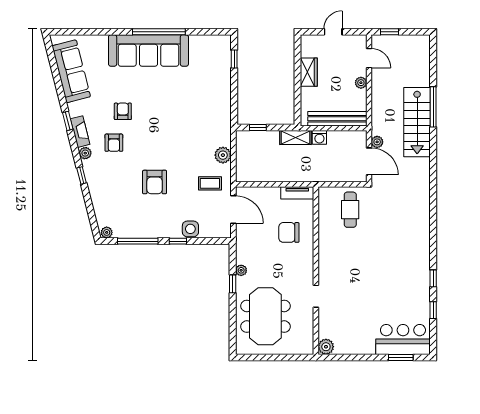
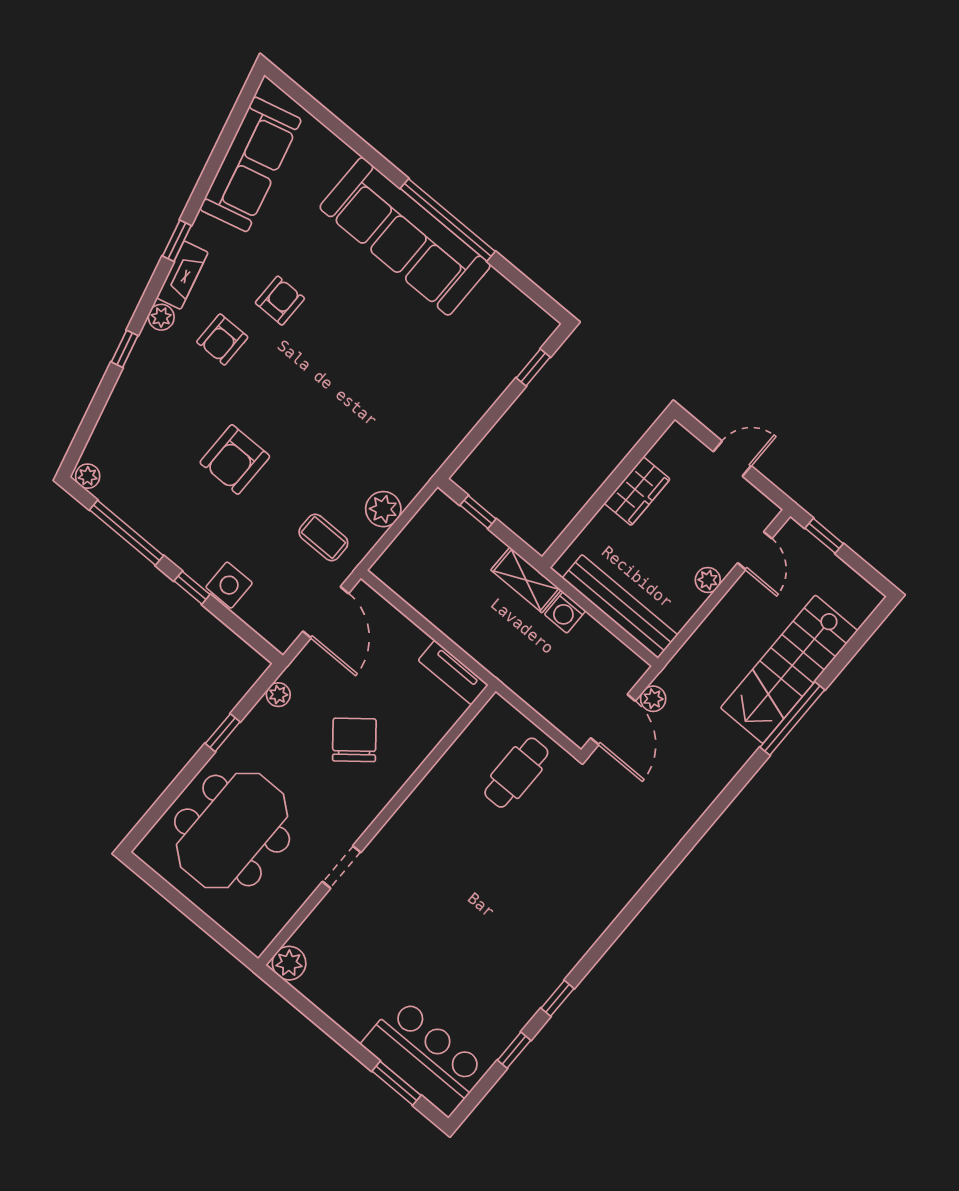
stairs: (417, 122) -> (789, 669), moved
chair: (289, 232) -> (354, 740), moved, turned 51
plant: (241, 270) -> (278, 695), moved

